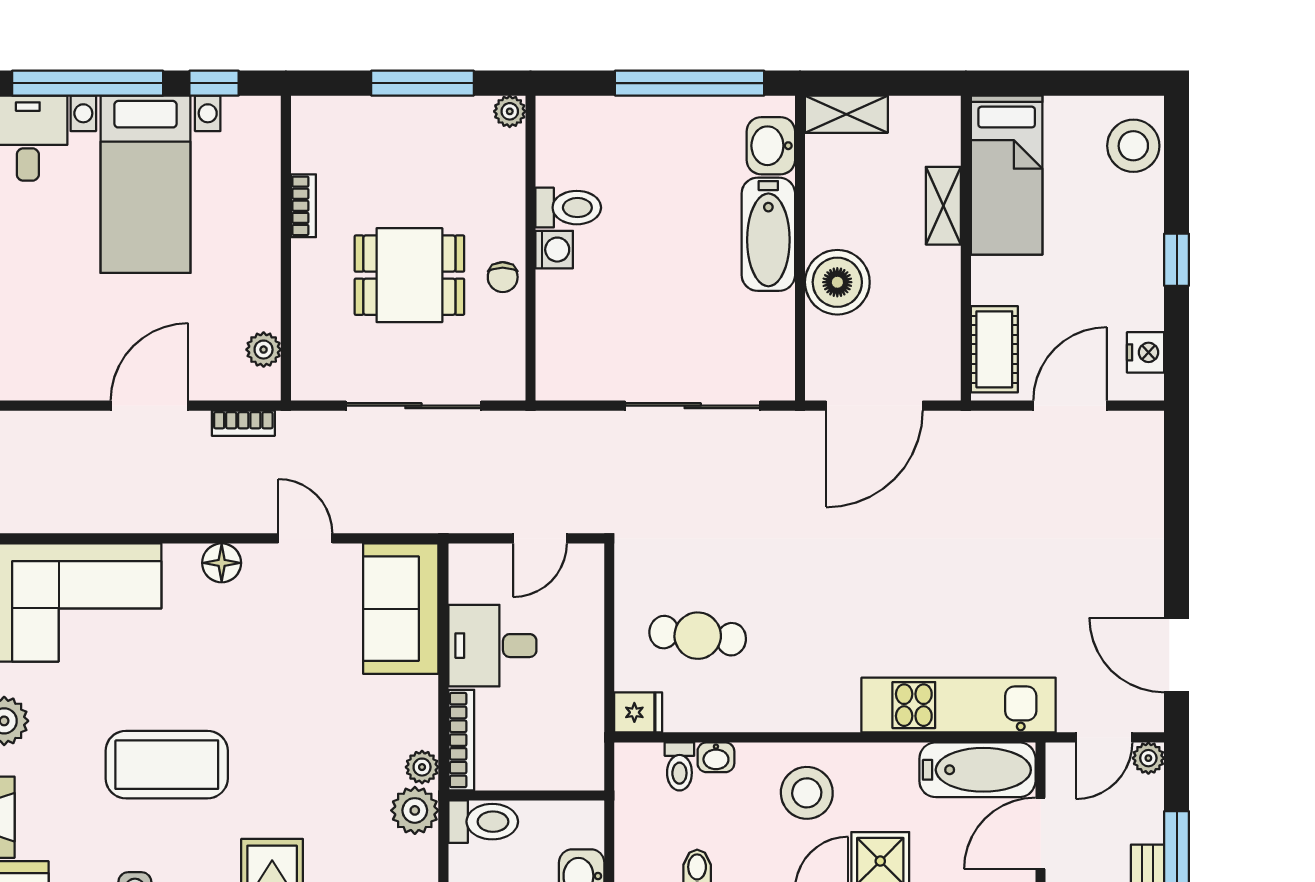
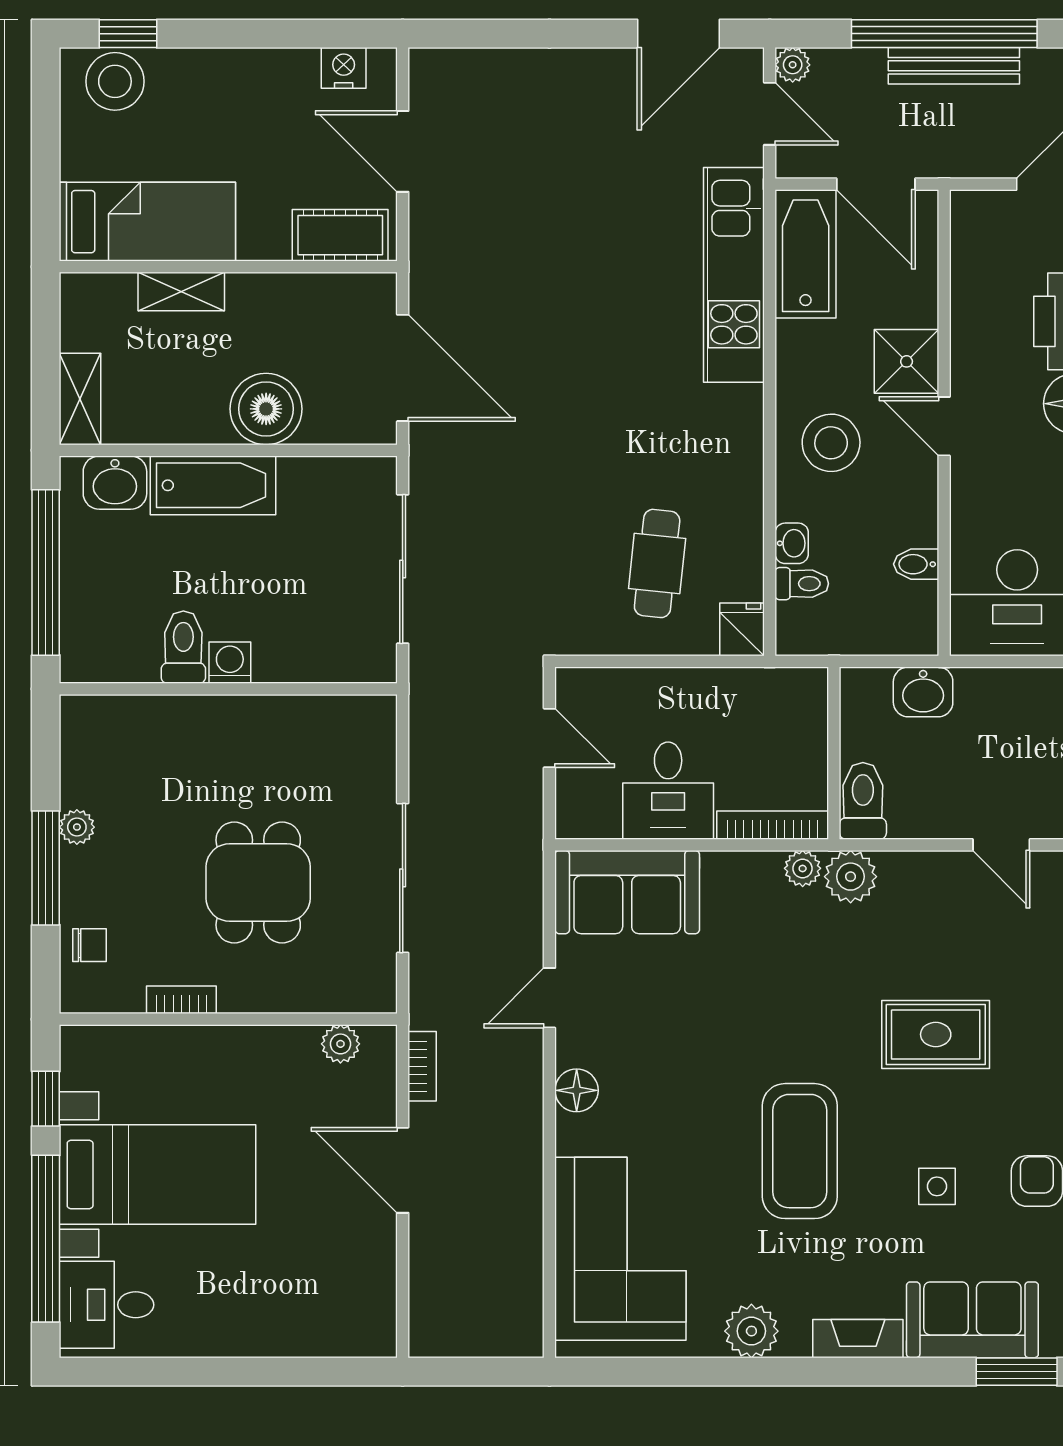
plant: (510, 111) -> (77, 827), moved
toilet: (568, 208) -> (183, 647), moved
wall: (530, 248) -> (228, 689), moved
washing machine: (554, 250) -> (230, 663), moved
window: (1177, 260) -> (128, 34), moved
chair: (503, 277) -> (90, 945), moved

